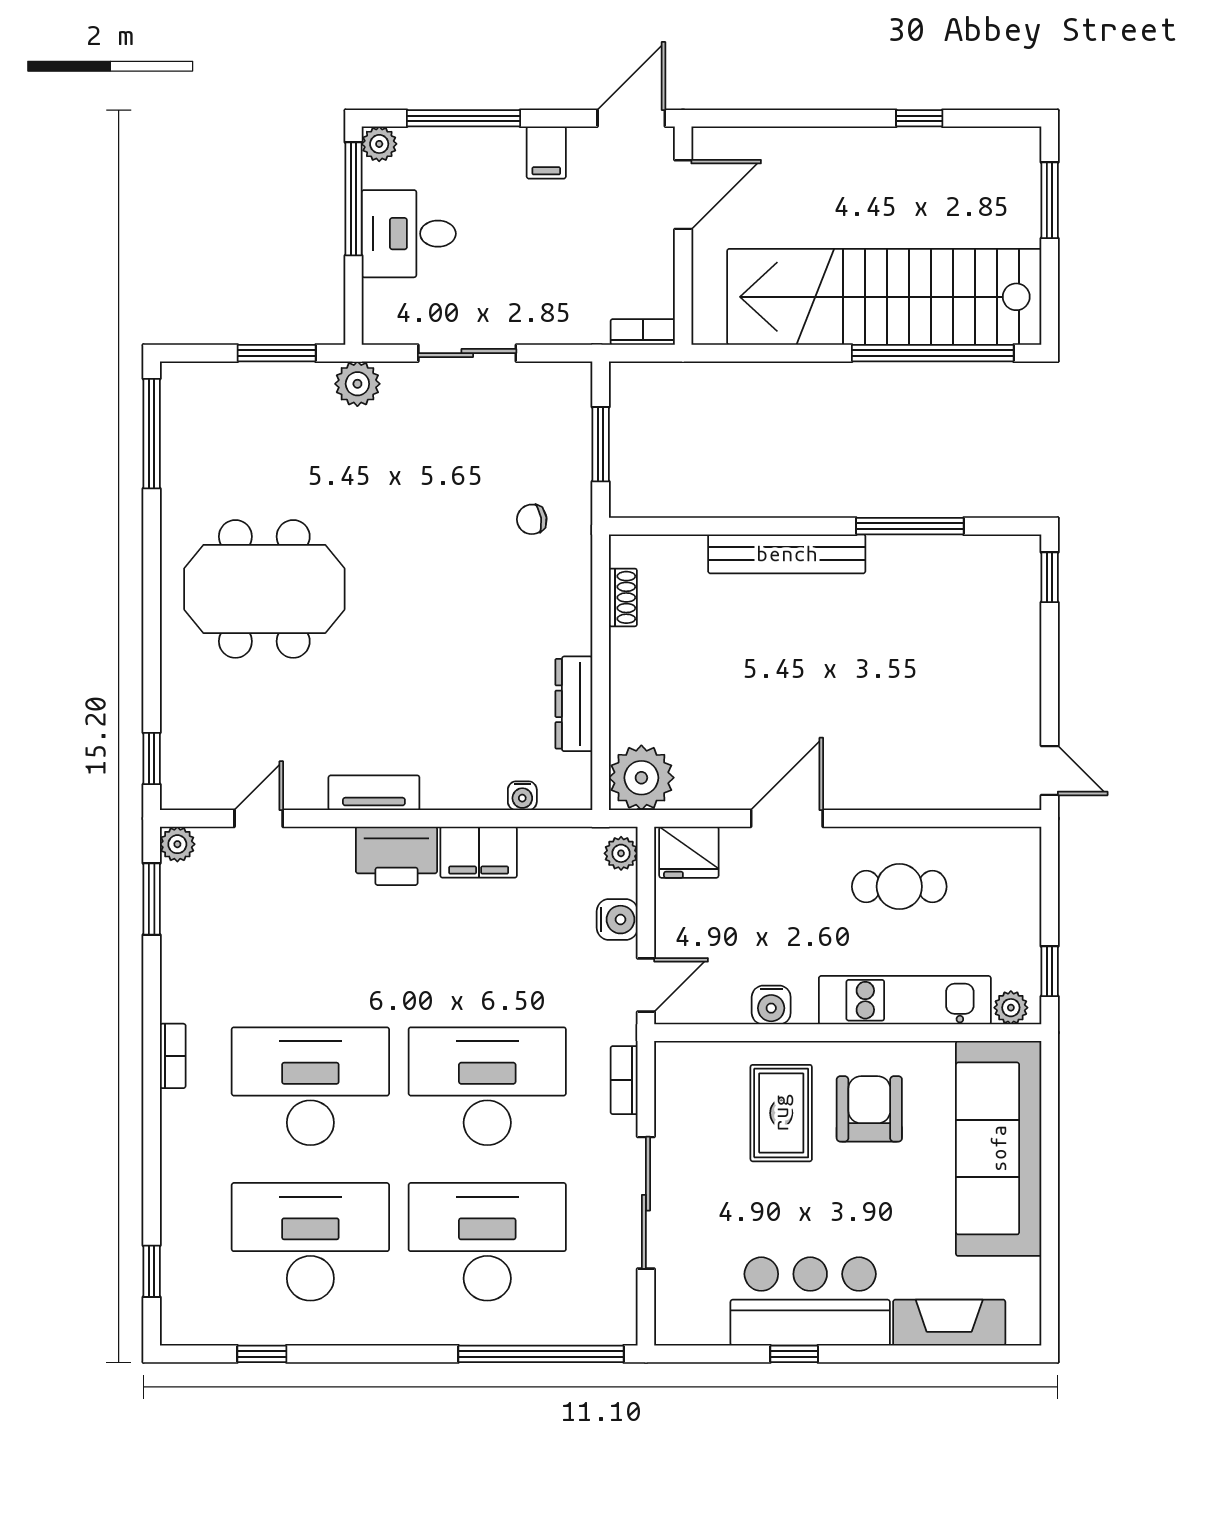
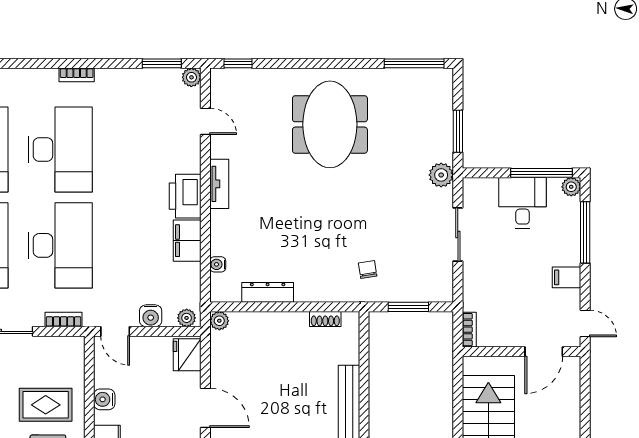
door: (631, 118) -> (585, 323), width x0.73
door: (683, 195) -> (544, 352), hinge flipped
plant: (641, 778) -> (219, 321), width x0.53, depth x0.53

